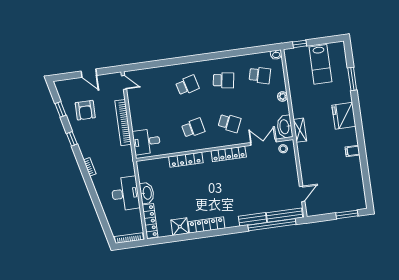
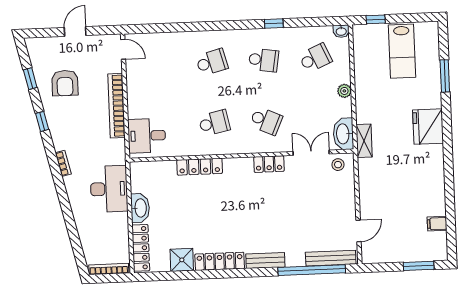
window: (228, 54) -> (274, 24), added
door: (89, 73) -> (75, 31), swing flipped
school desk: (260, 75) -> (315, 58), turned -39
filing cabinet: (352, 151) -> (437, 224), moved
locker: (229, 154) -> (269, 164), width x0.66
desk: (125, 194) -> (109, 189), moved
bench: (253, 219) -> (265, 260), moved

